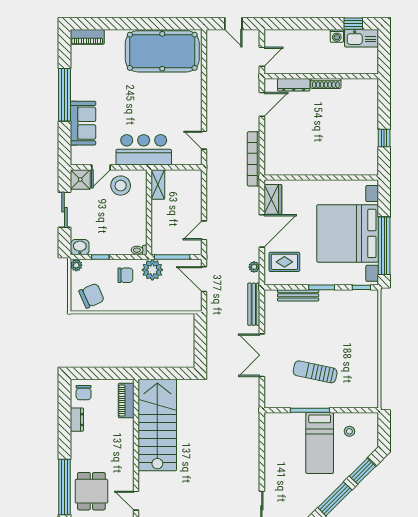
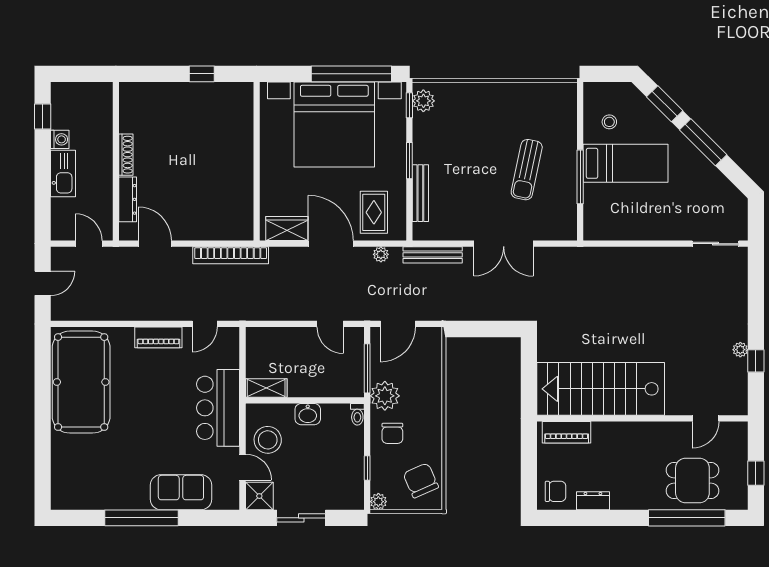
piano: (87, 37) -> (158, 337), moved, turned 90
kitchen sink: (361, 38) -> (63, 174), moved
washbasin: (80, 247) -> (308, 414), moved, turned -90
chair: (125, 275) -> (392, 433), turned 180
plant: (365, 298) -> (423, 101), added

